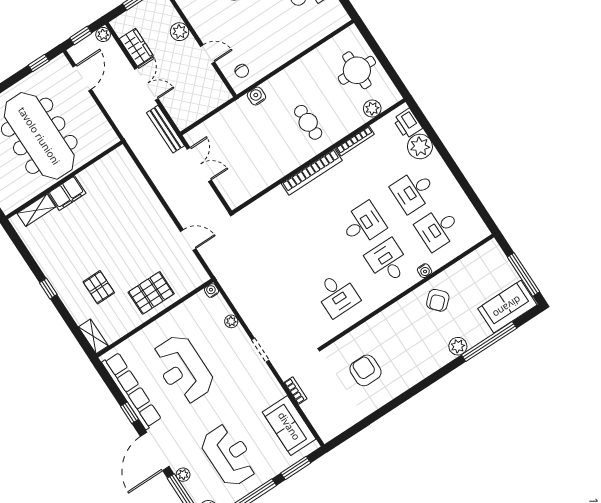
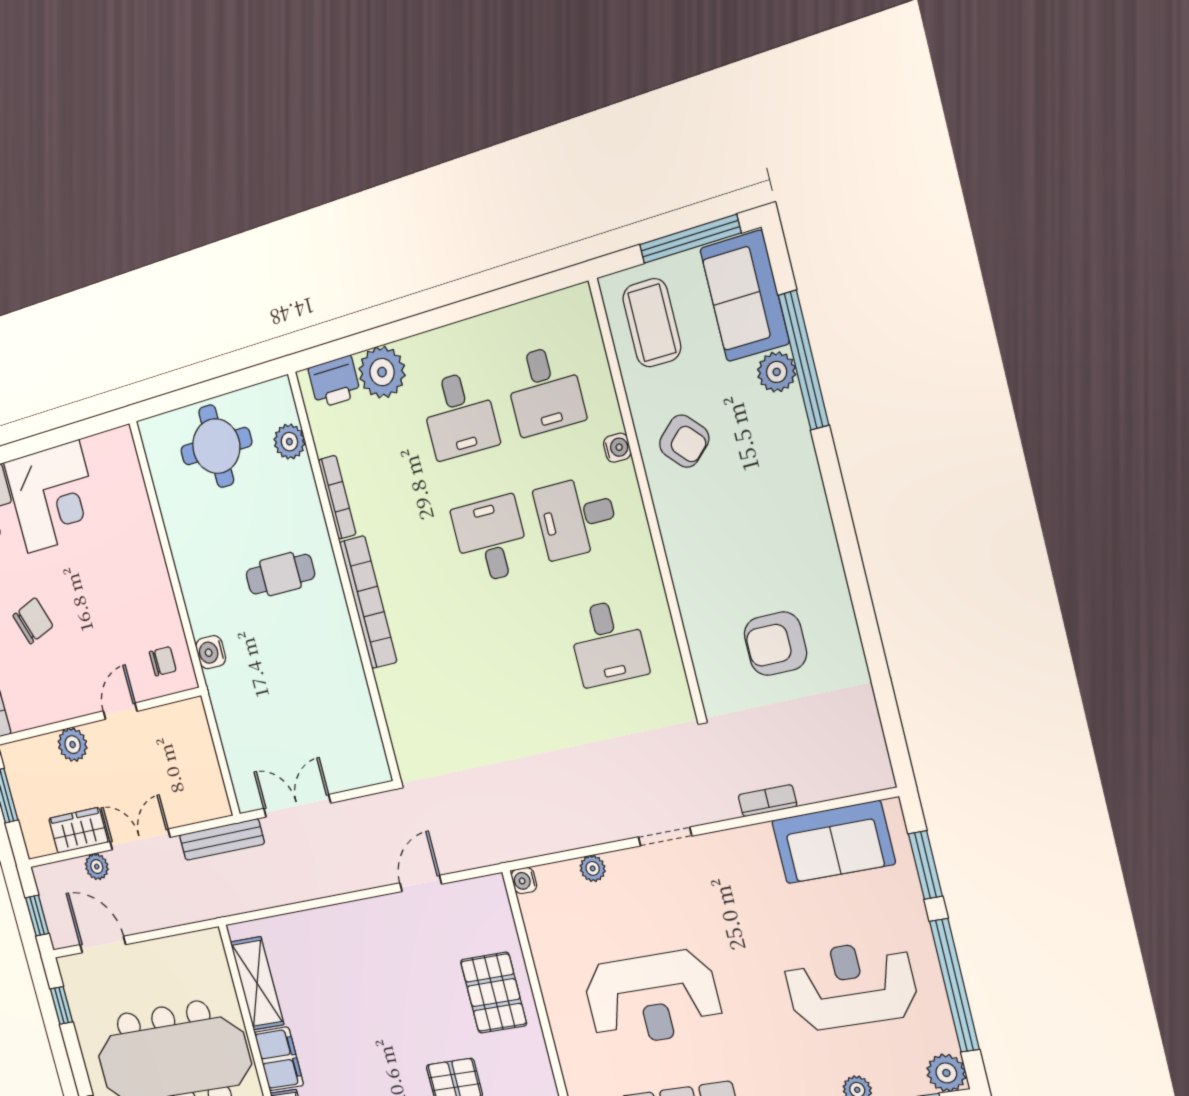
plant: (103, 34) -> (97, 867), moved
shelving: (101, 170) -> (257, 983), added
coffee table: (483, 269) -> (652, 323), added
desk: (337, 295) -> (608, 643), turned 90
plant: (458, 346) -> (777, 372), moved

